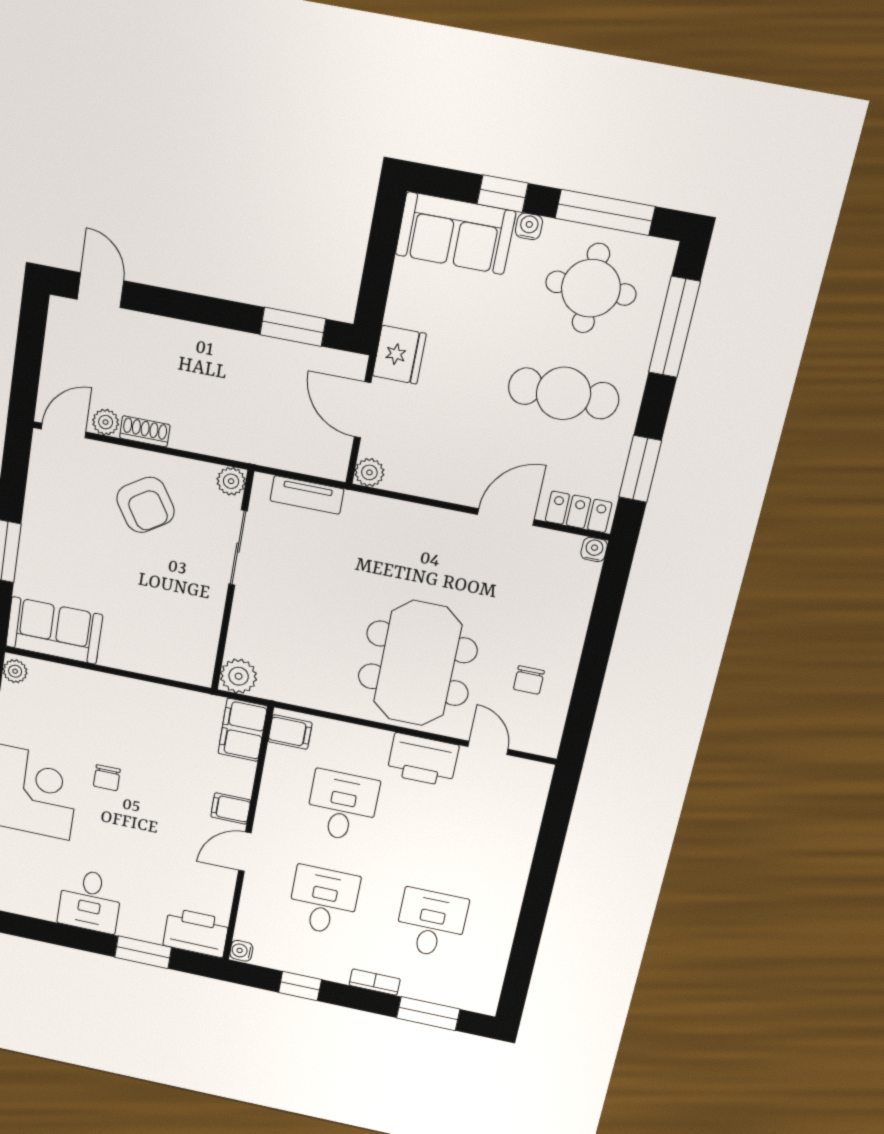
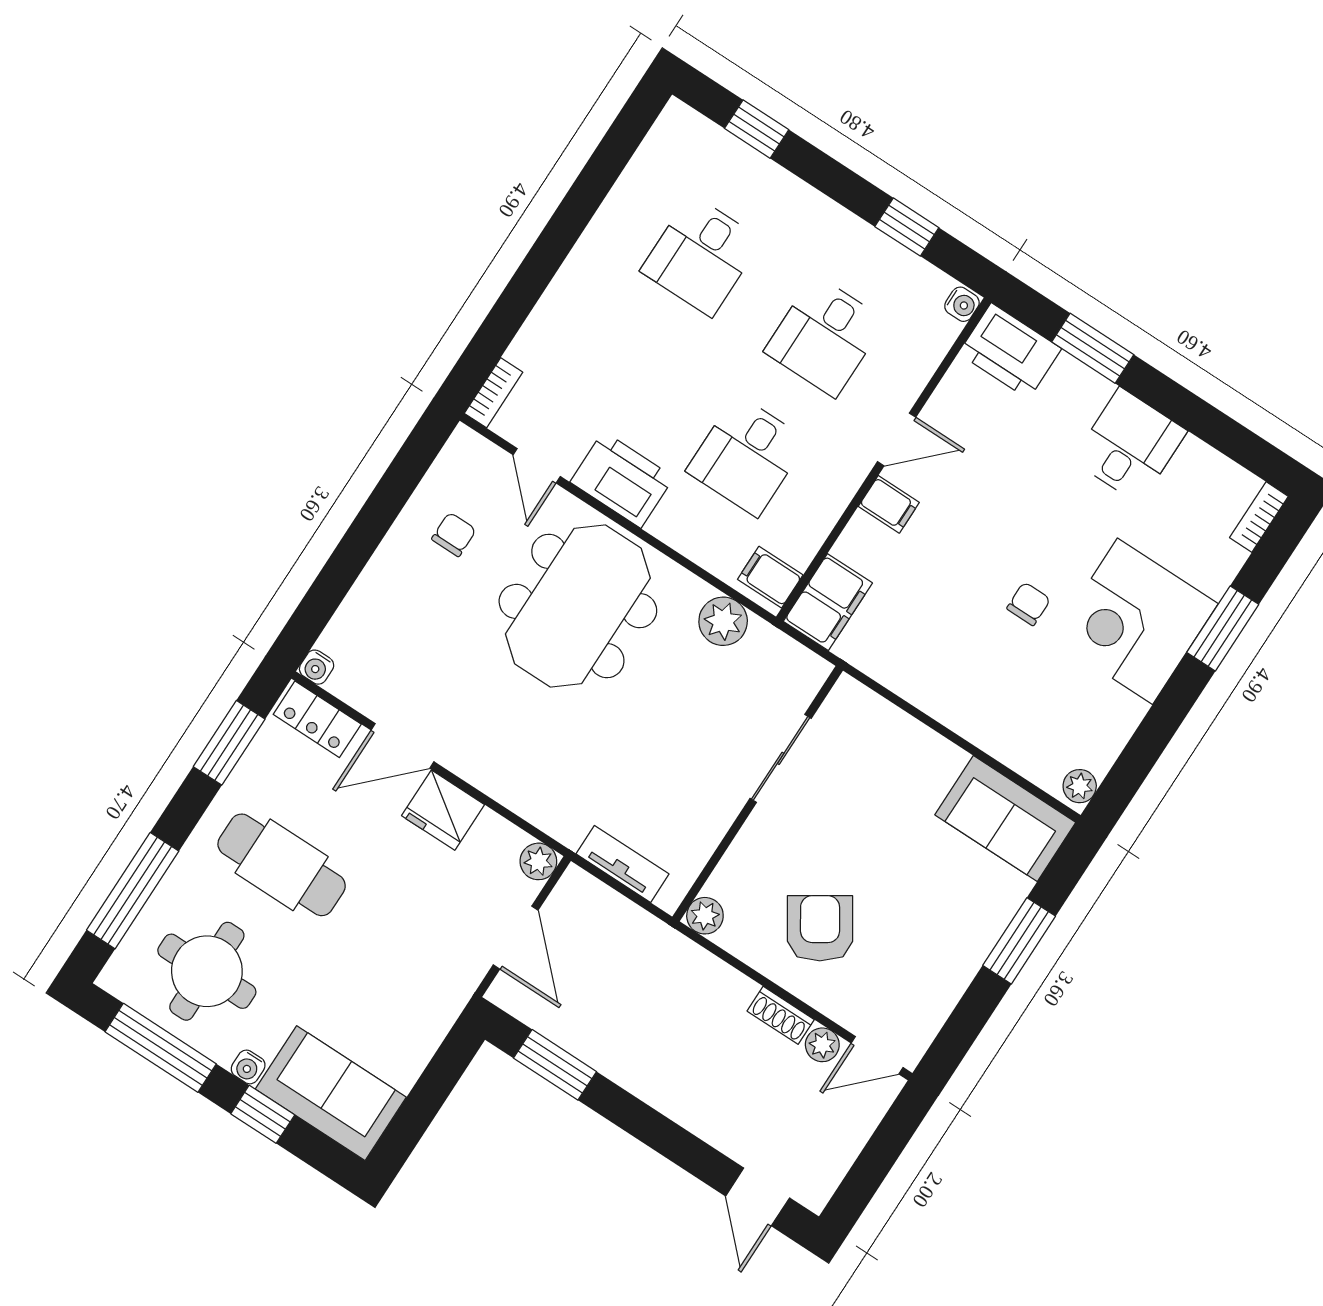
fridge: (399, 355) -> (443, 810), moved, turned -90
sliding door: (238, 548) -> (781, 758), moved
plant: (239, 676) -> (723, 621), moved
bookcase: (375, 982) -> (494, 393), moved, turned -90
window: (428, 1014) -> (757, 129), width x0.67

